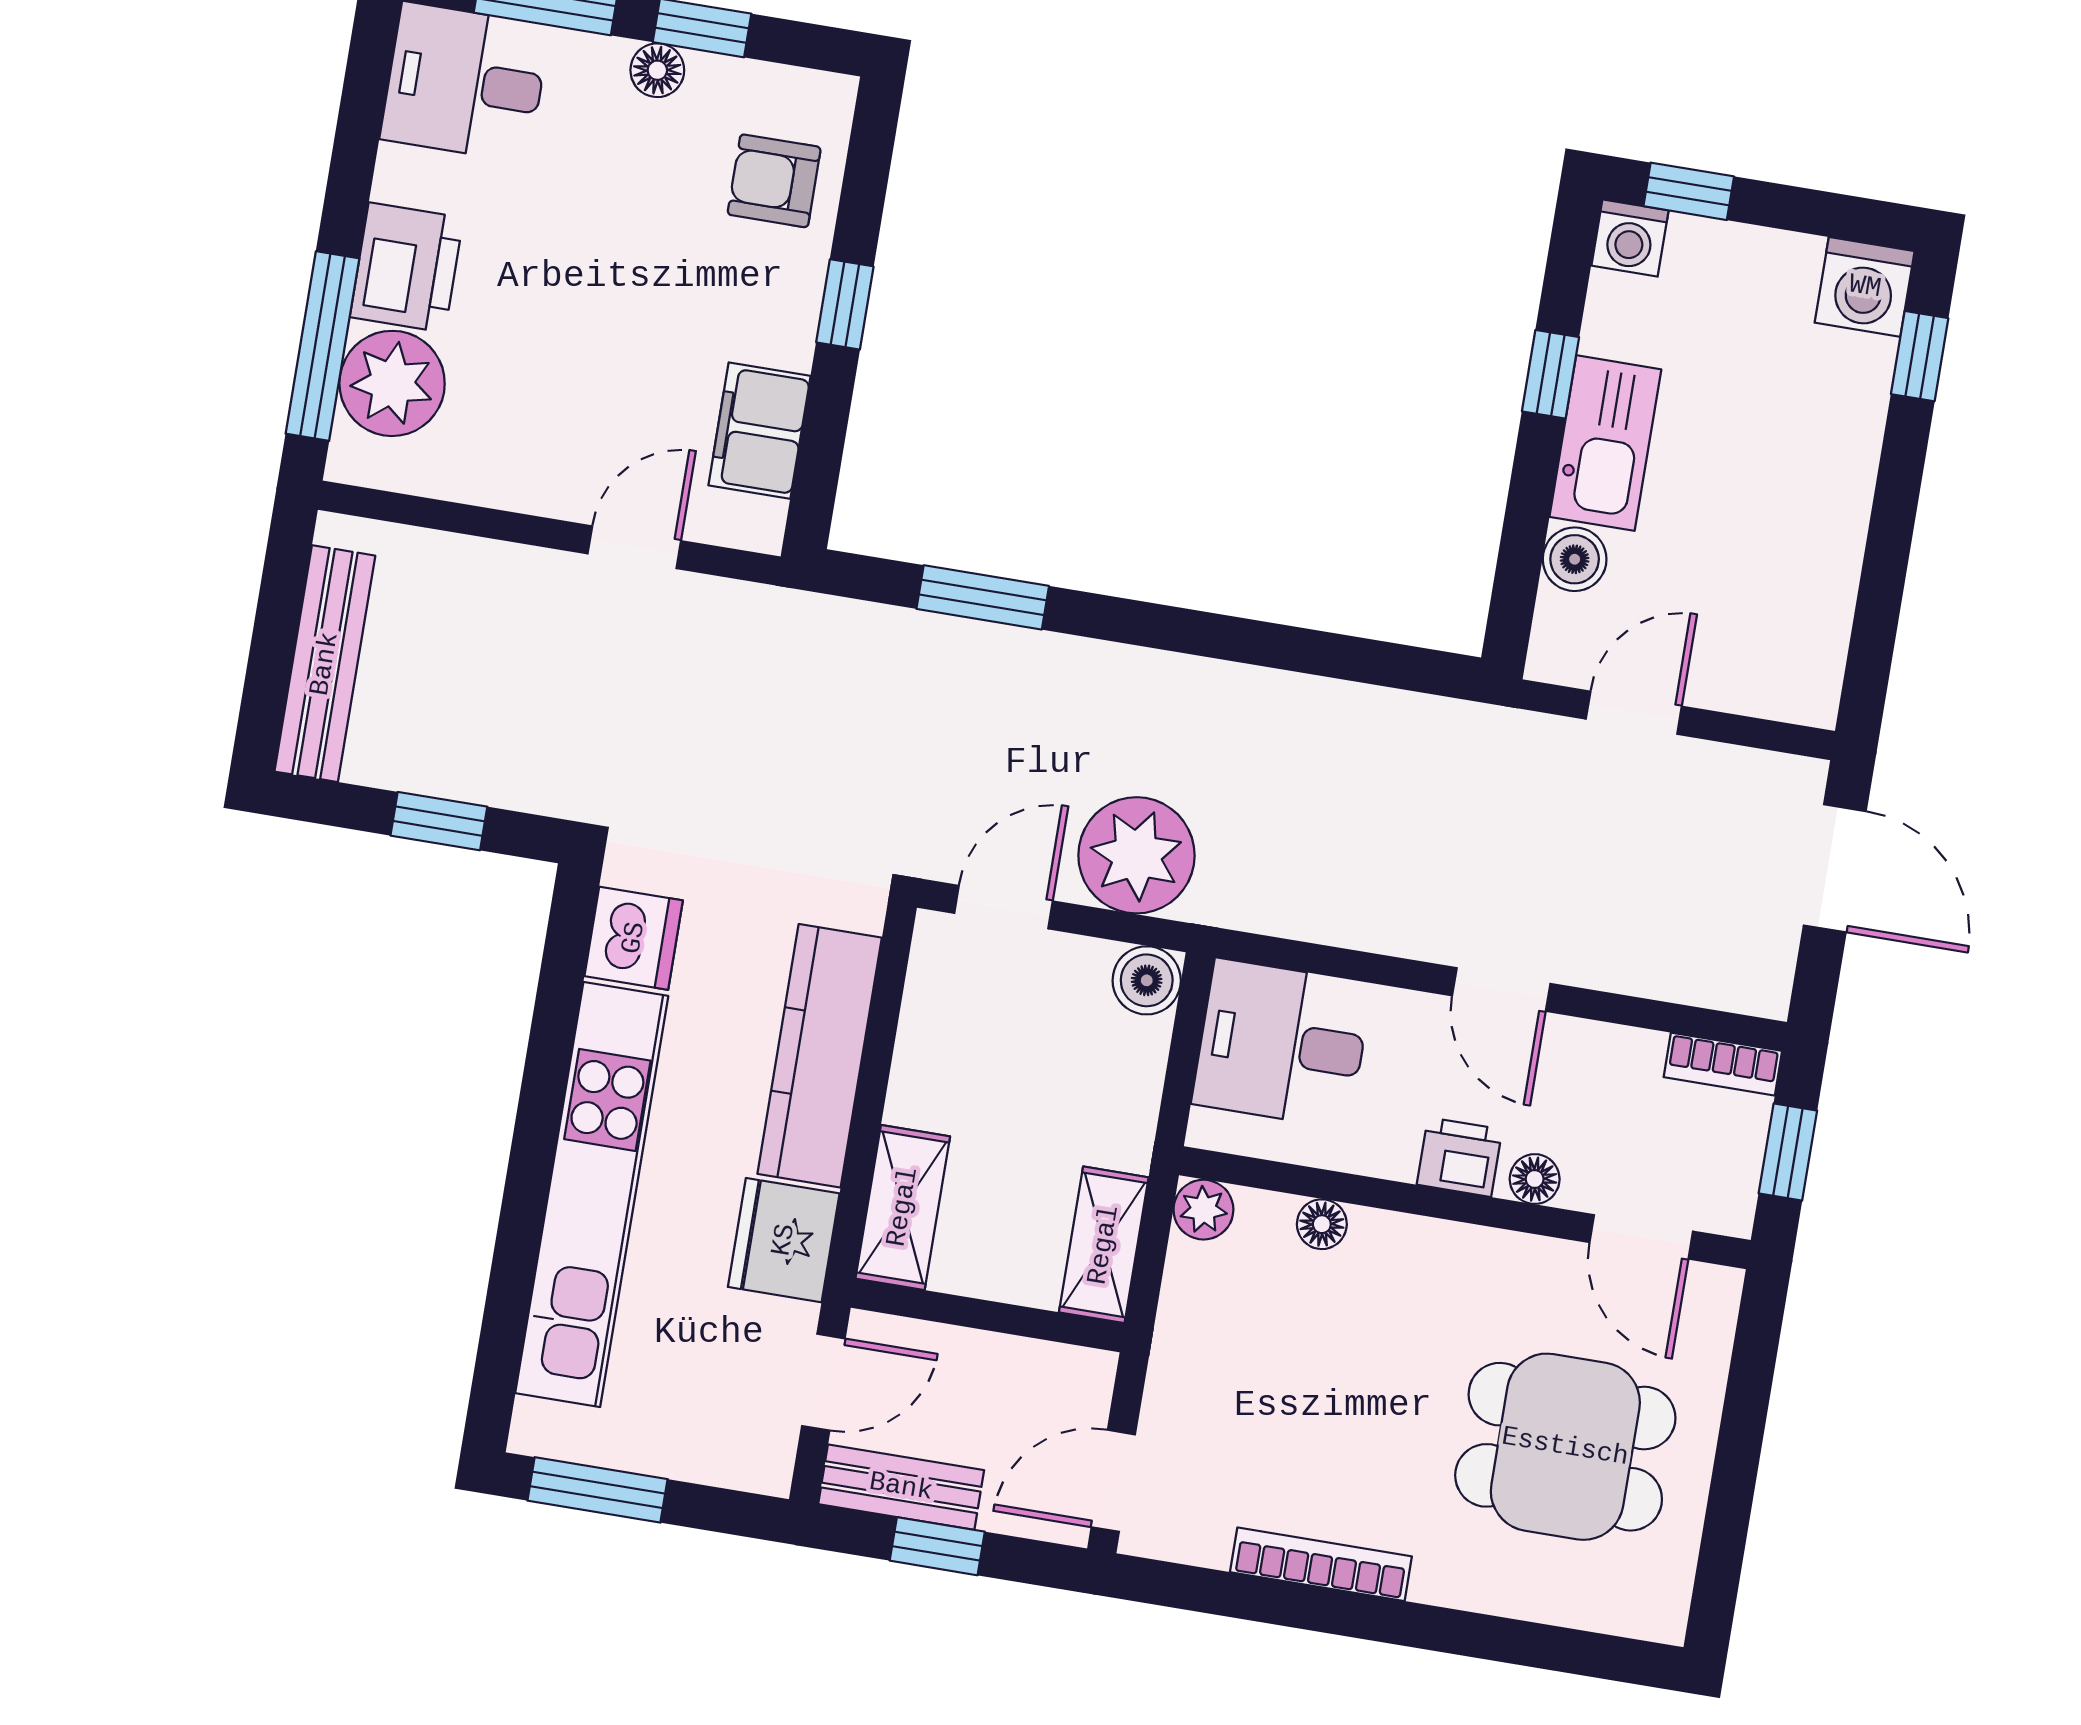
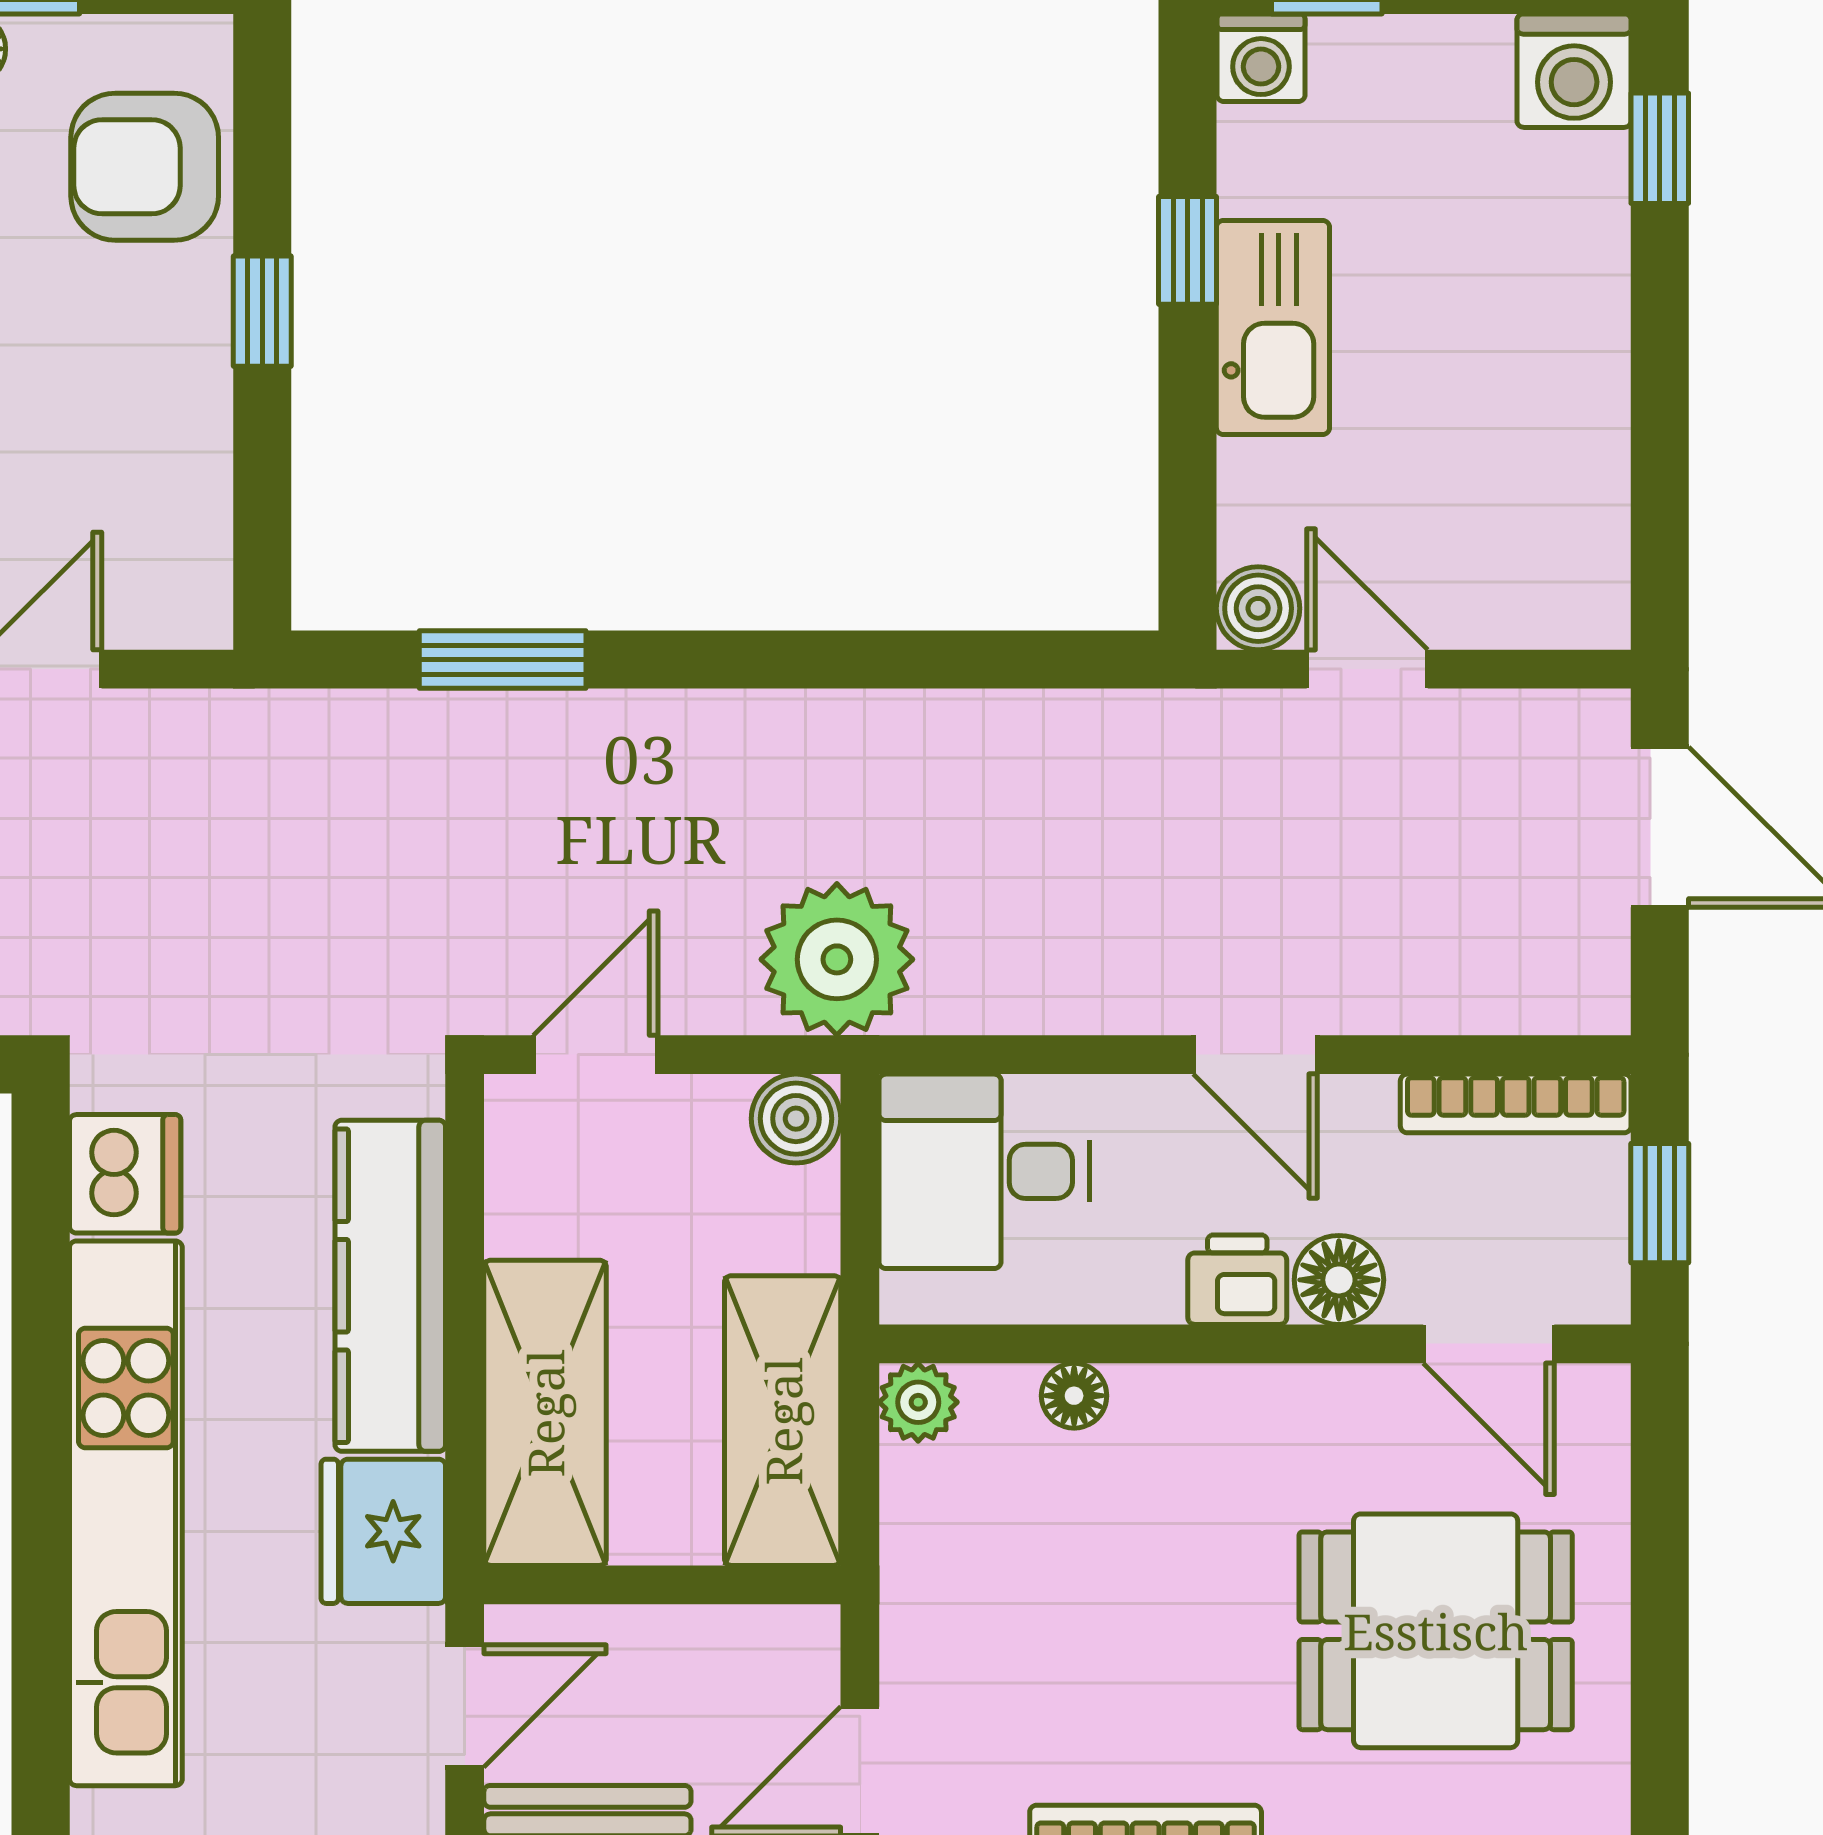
armchair: (774, 181) -> (145, 167), width x1.38, depth x1.38
filing cabinet: (759, 431) -> (179, 492), removed
boiler: (1575, 559) -> (1258, 608), moved
door: (1634, 713) -> (1367, 669), hinge flipped
plant: (1136, 855) -> (837, 959), moved
bookcase: (1723, 1064) -> (1516, 1103), width x1.56
floor lamp: (1535, 1179) -> (1339, 1280), width x1.37, depth x1.37
shelving: (903, 1207) -> (545, 1413), width x1.50, depth x1.33
shelving: (1104, 1245) -> (783, 1421), width x1.50, depth x1.33

